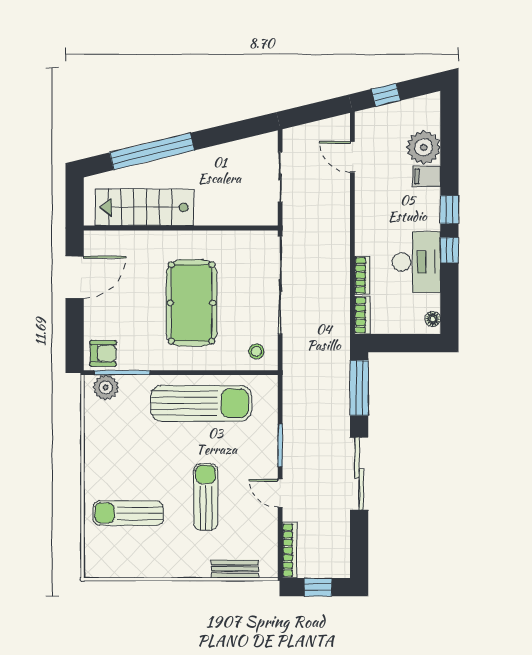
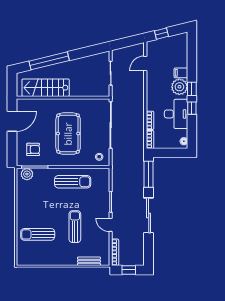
plant: (424, 147) -> (179, 87), moved
door: (352, 157) -> (145, 63), hinge flipped
armchair: (103, 353) -> (33, 149), moved
sun lounger: (201, 403) -> (73, 182), width x0.73, depth x0.75

